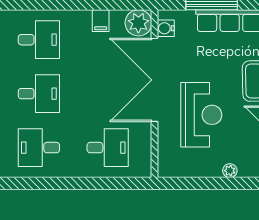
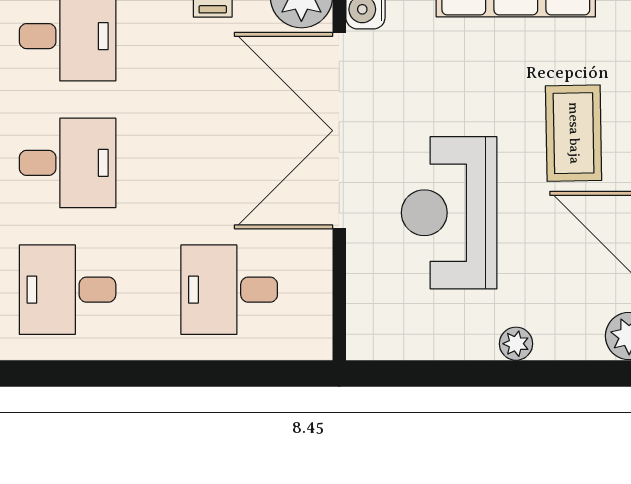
reception desk: (201, 115) -> (449, 213), turned 180
desk: (108, 148) -> (229, 290), turned 180

